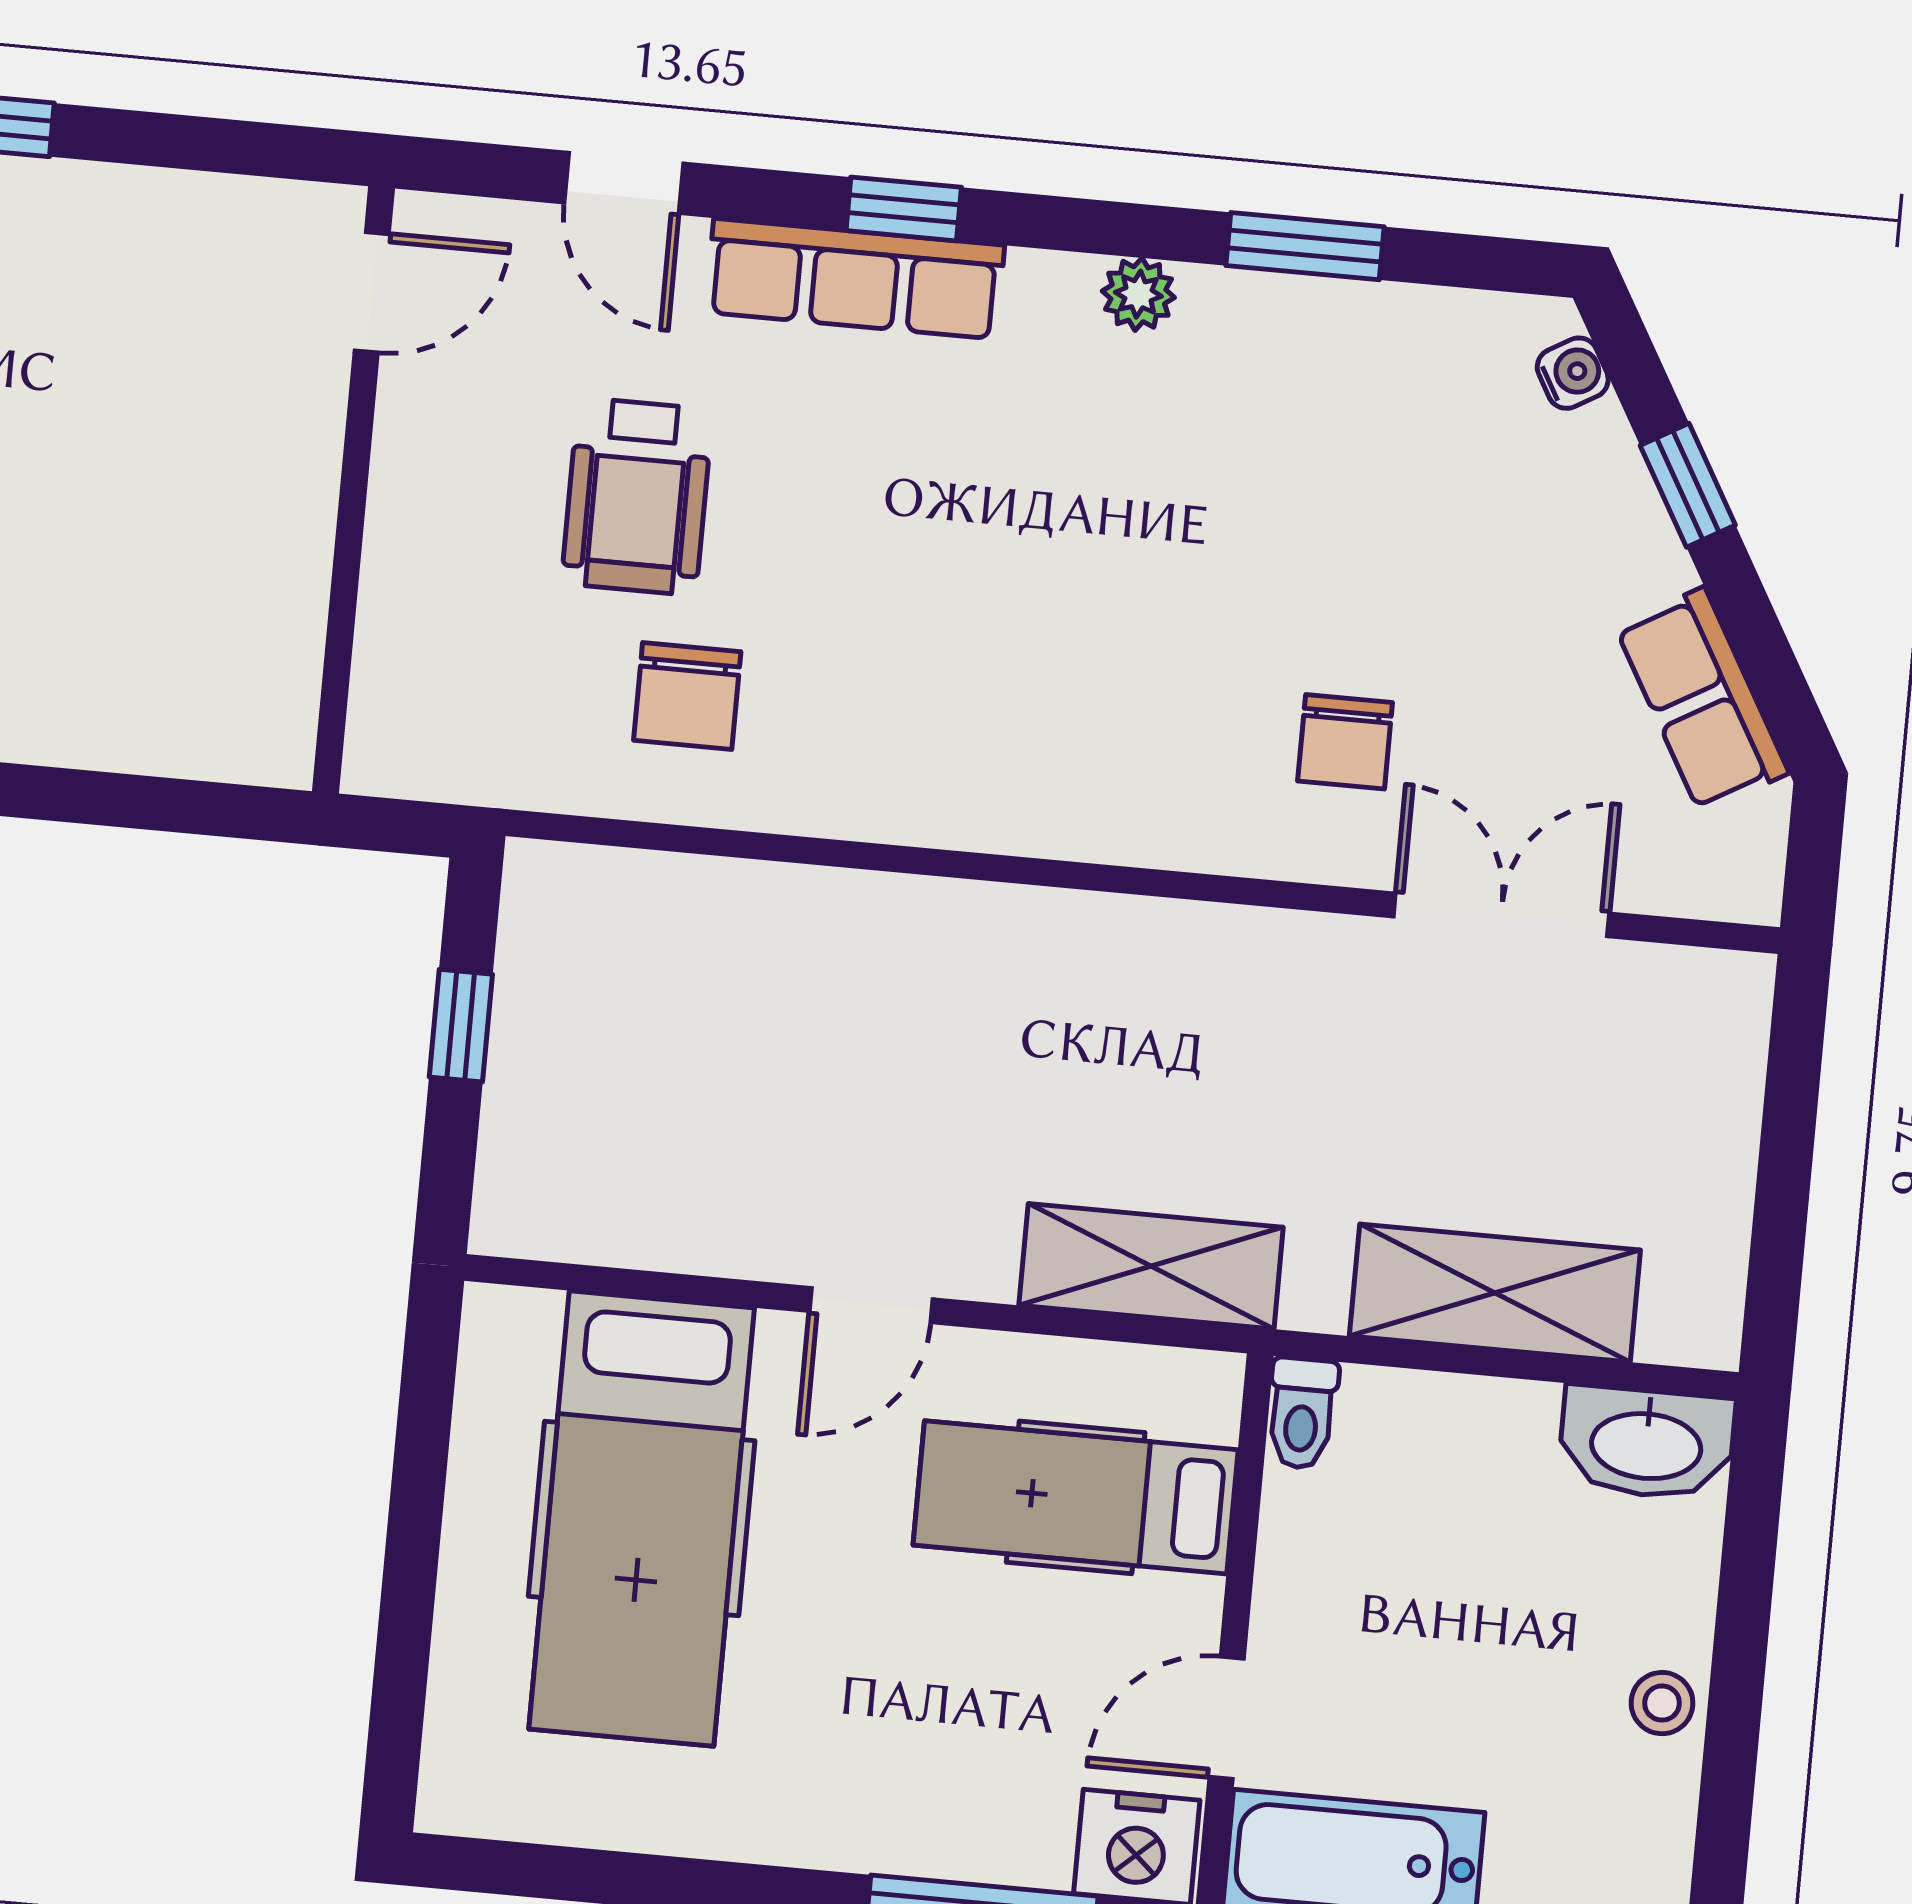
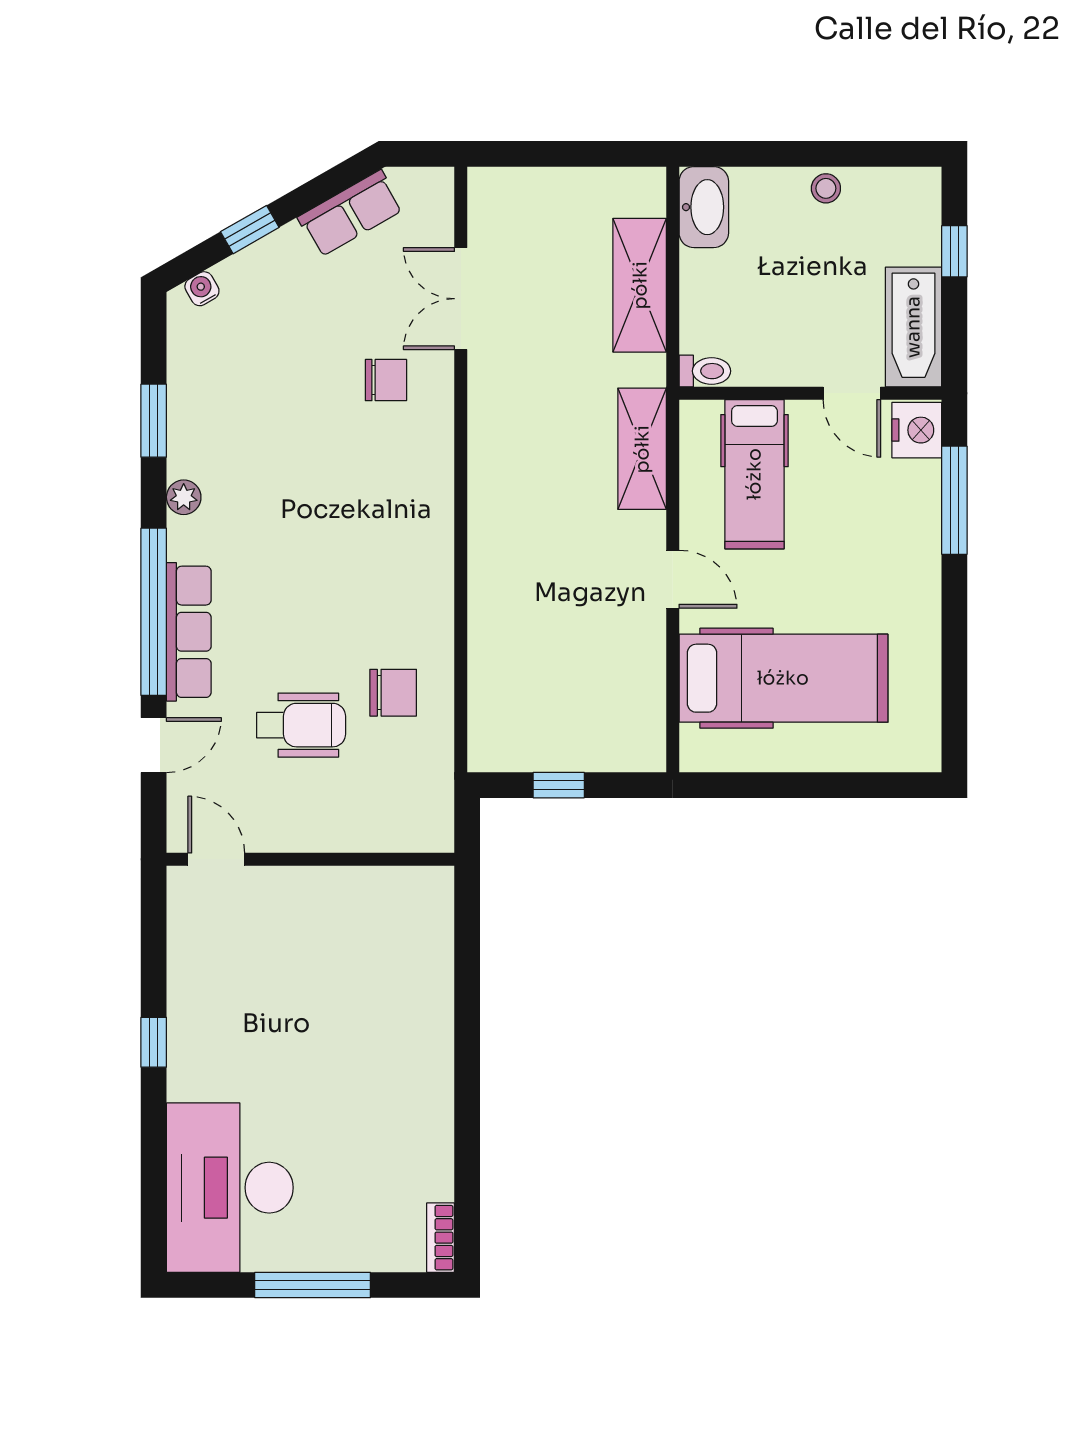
window: (904, 209) -> (154, 612), width x3.17

